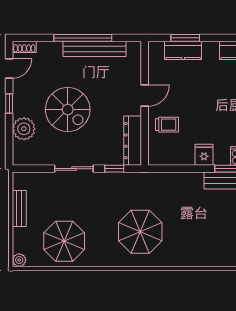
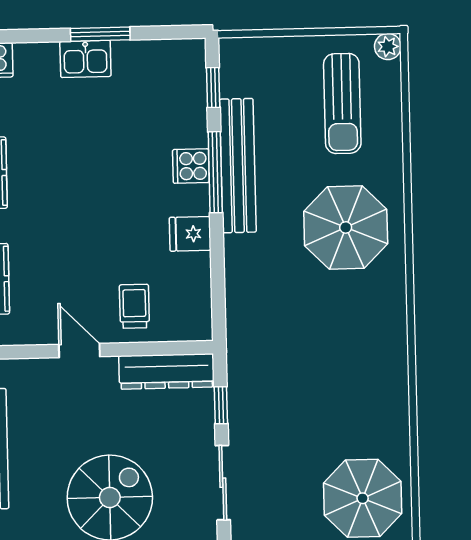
parasol: (140, 232) -> (346, 227), moved

